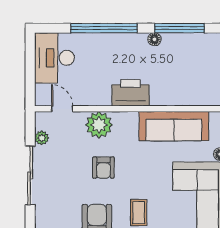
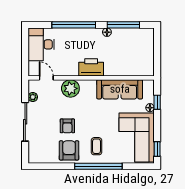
armchair: (103, 168) -> (67, 126), moved

